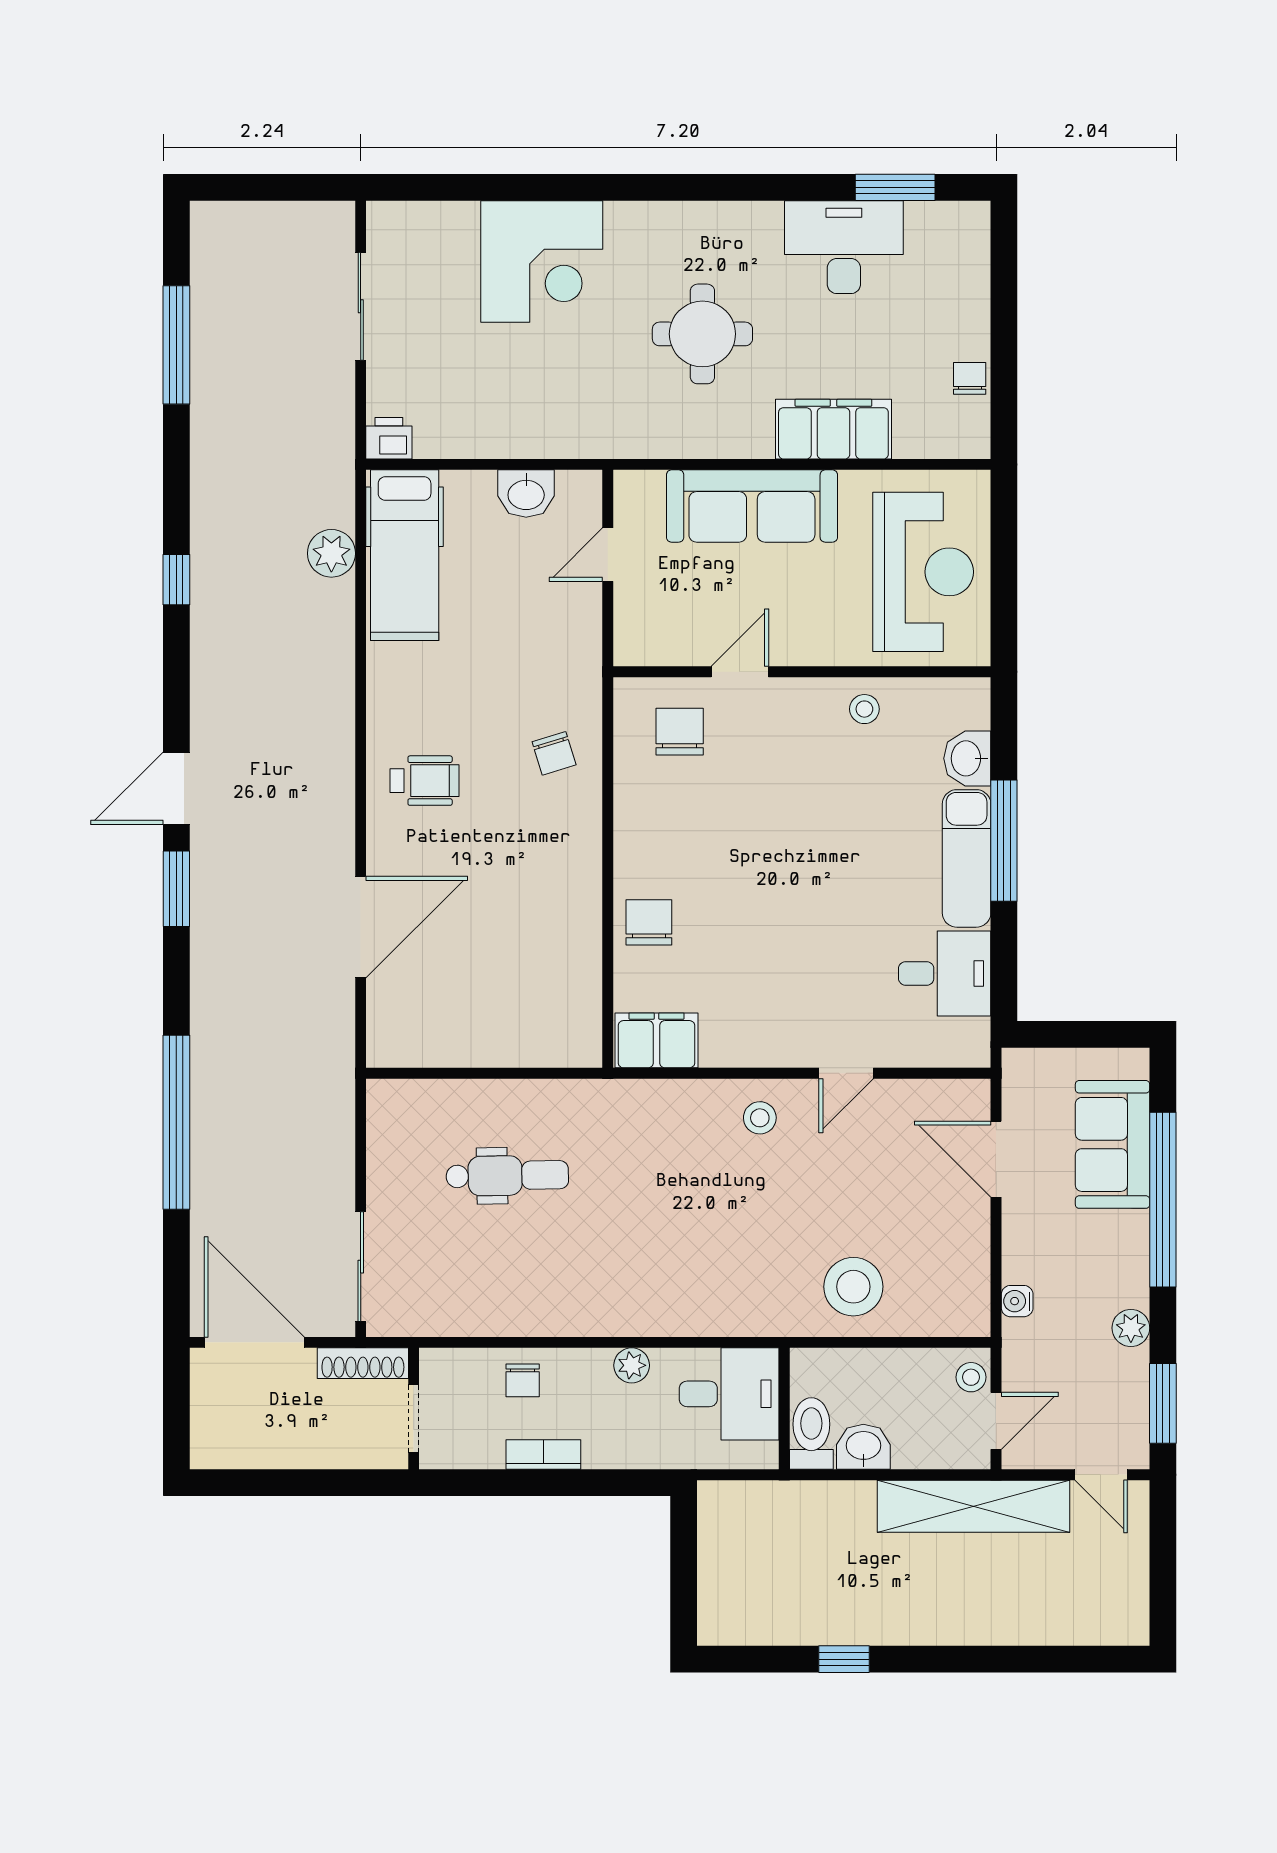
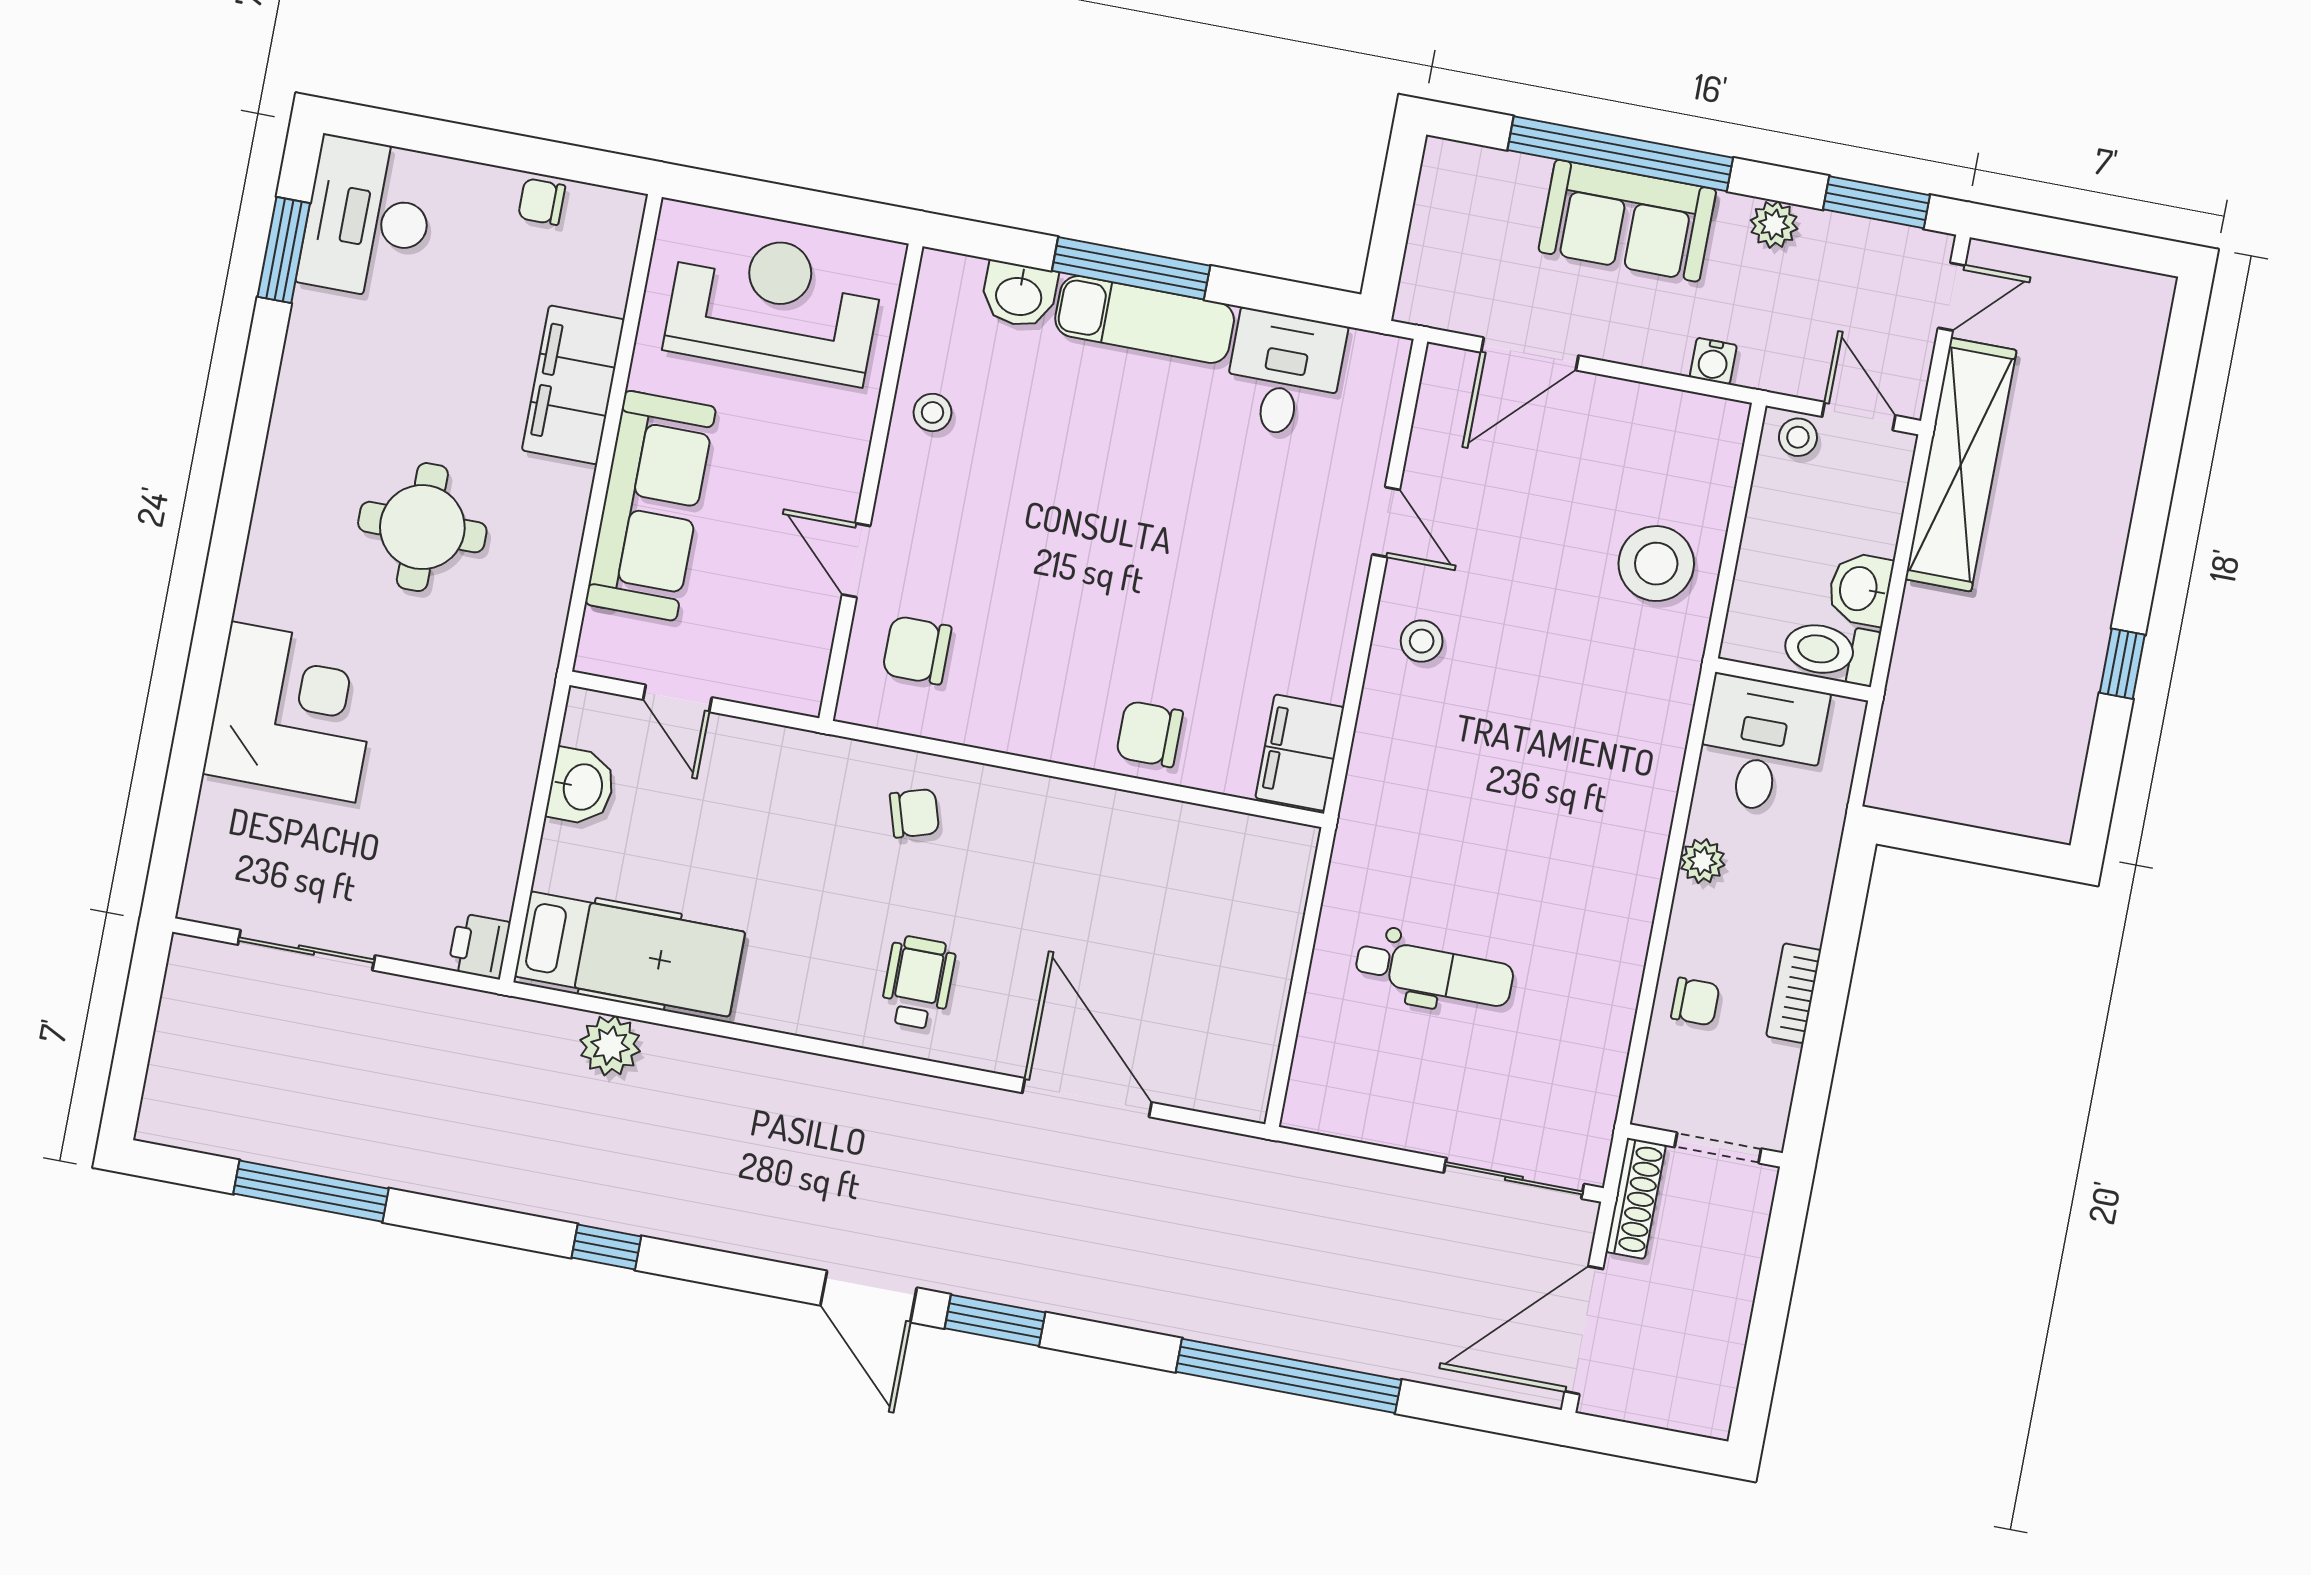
desk: (844, 247) -> (368, 218), moved
sofa: (1113, 1144) -> (1627, 221), moved
dental chair: (507, 1176) -> (1434, 972), turned 91

